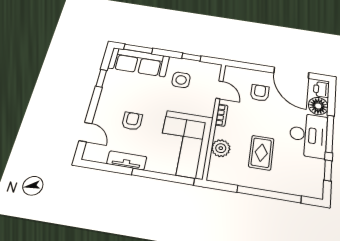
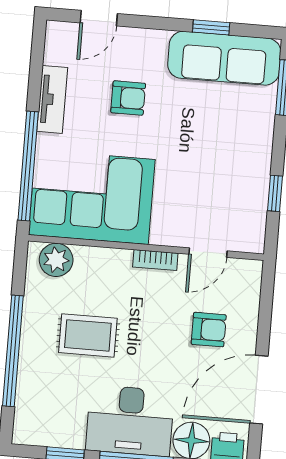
sofa: (139, 62) -> (224, 58), moved, turned -90
side table: (181, 80) -> (222, 178), removed
plant: (221, 148) -> (56, 260), moved

